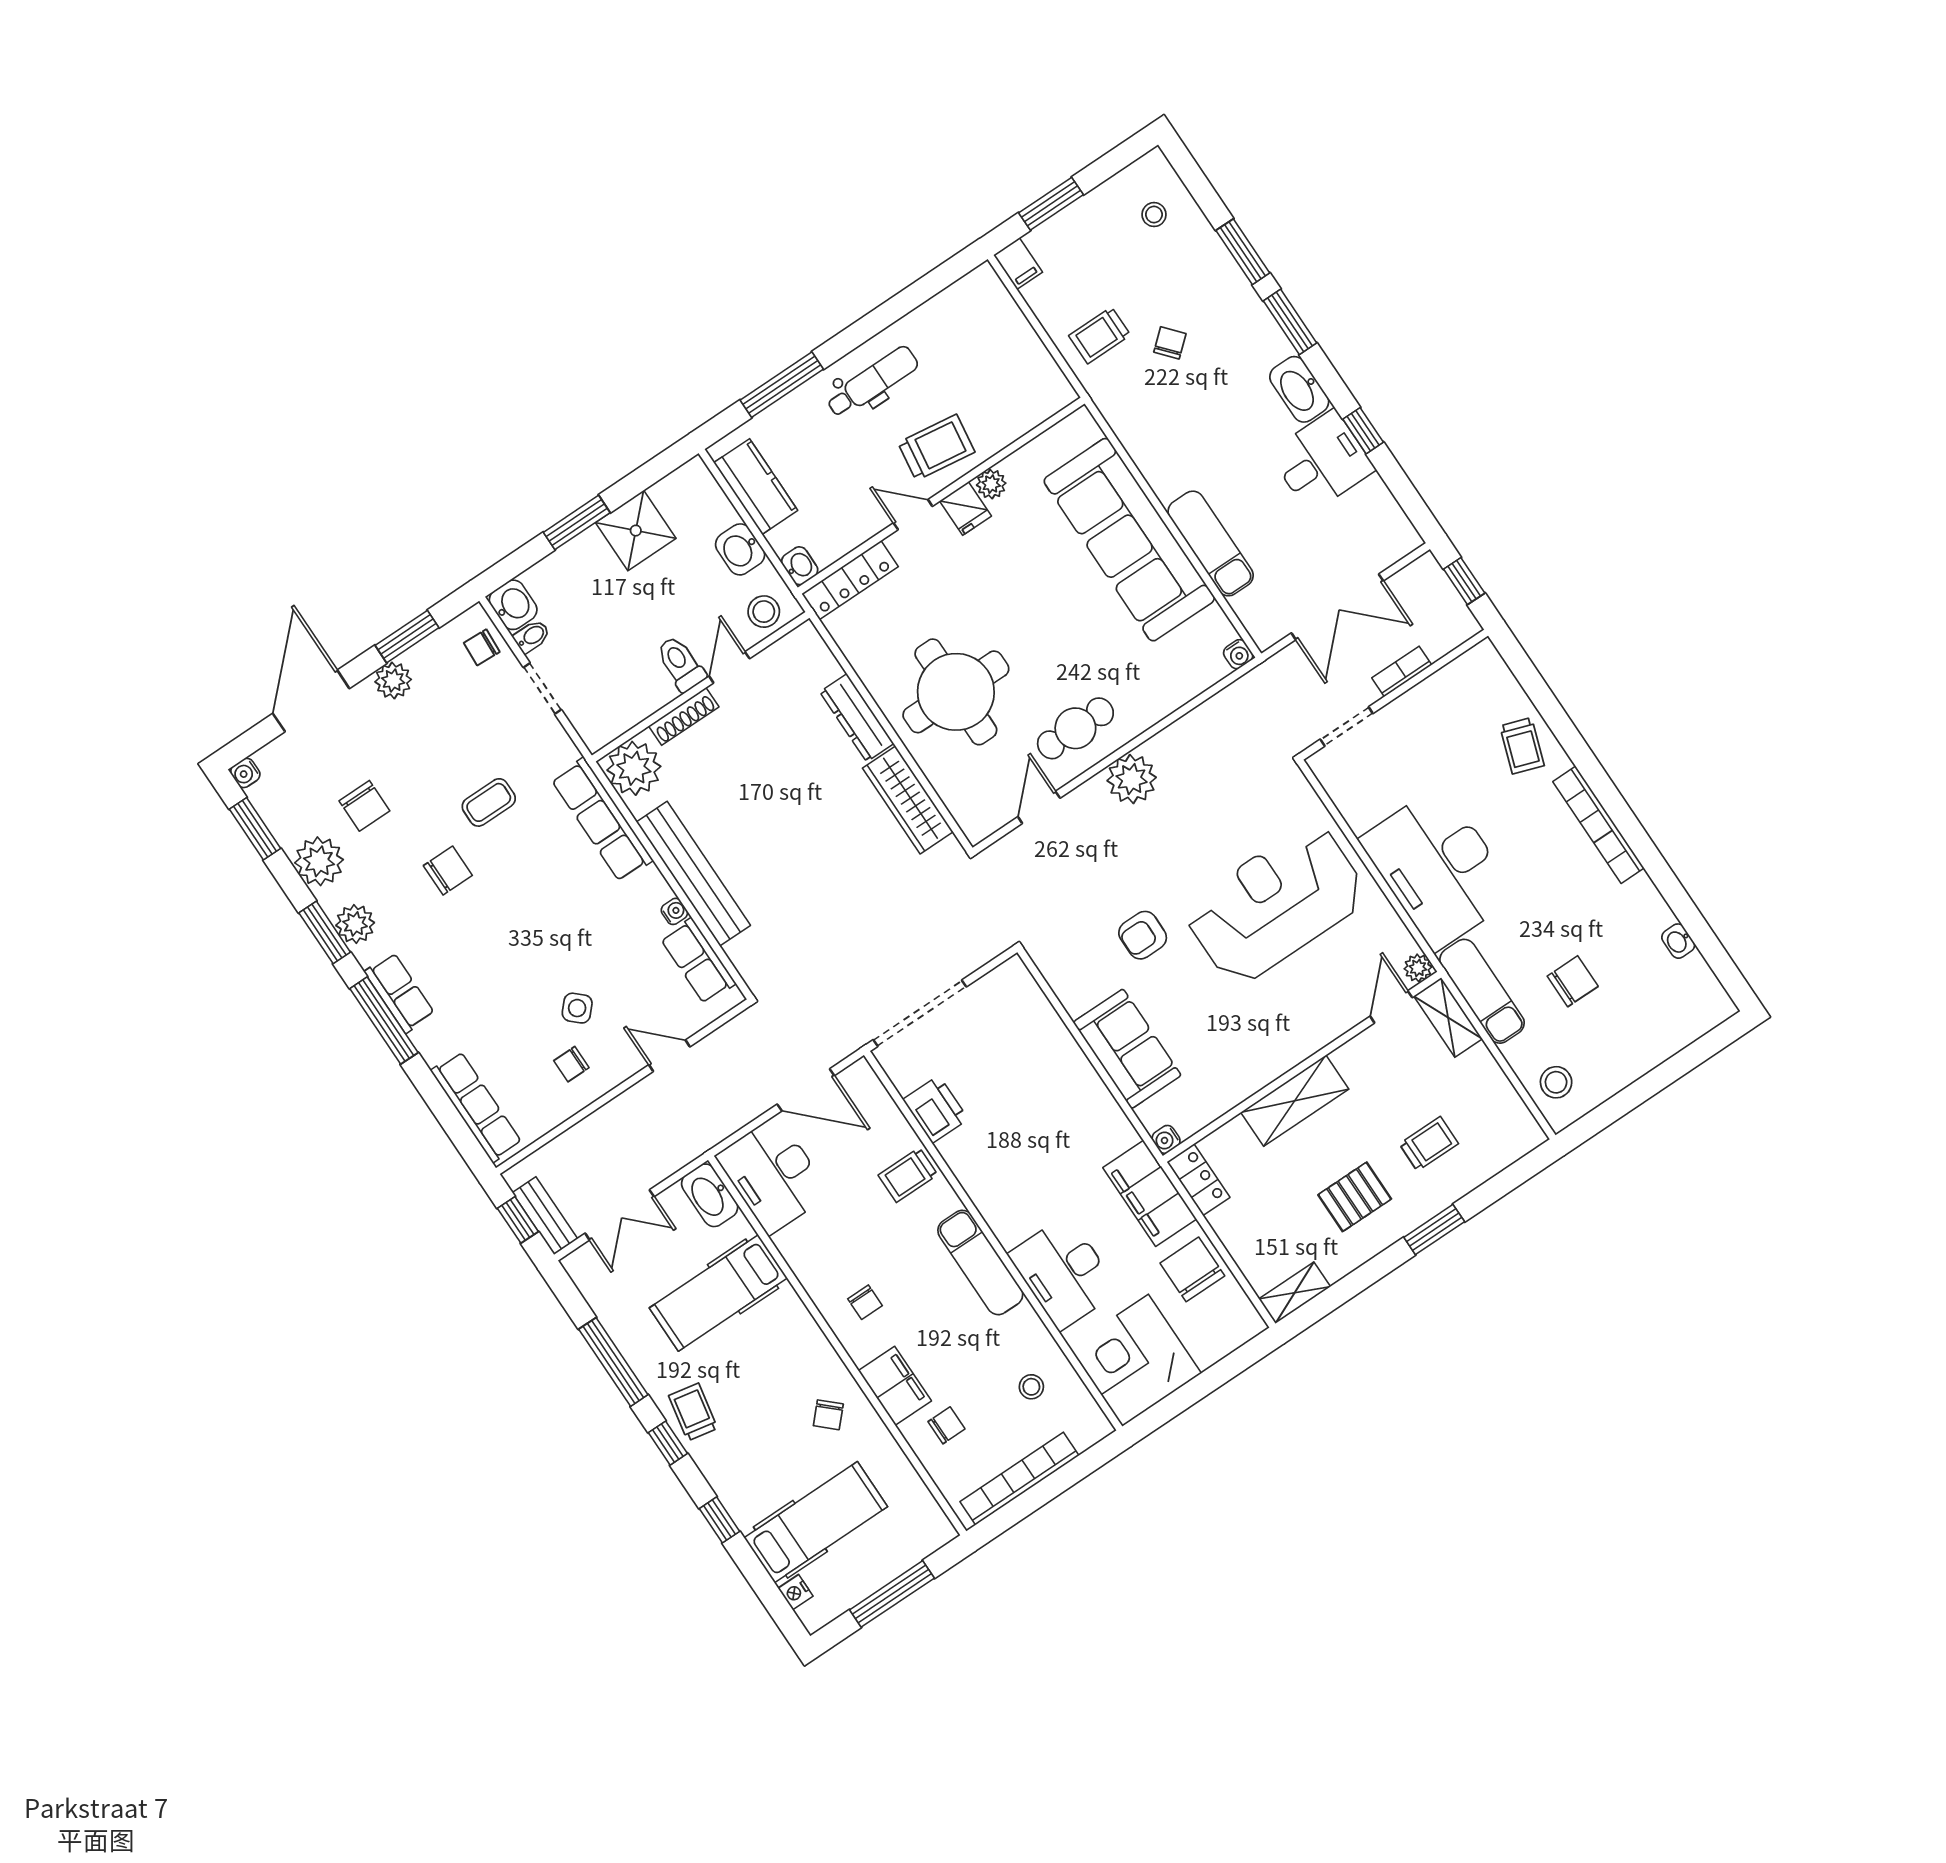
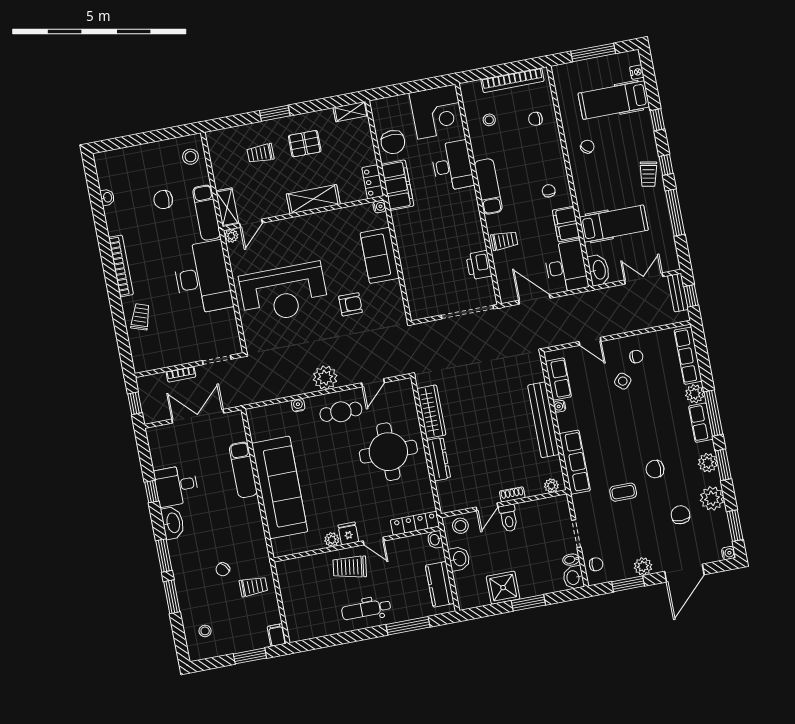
water cooler: (1238, 654) -> (298, 405), moved
shoe rack: (684, 716) -> (512, 494), width x0.70
plant: (634, 768) -> (551, 486), width x0.53, depth x0.53
plant: (434, 1042) -> (695, 394), added
filing cabinet: (895, 1386) -> (566, 224), moved

